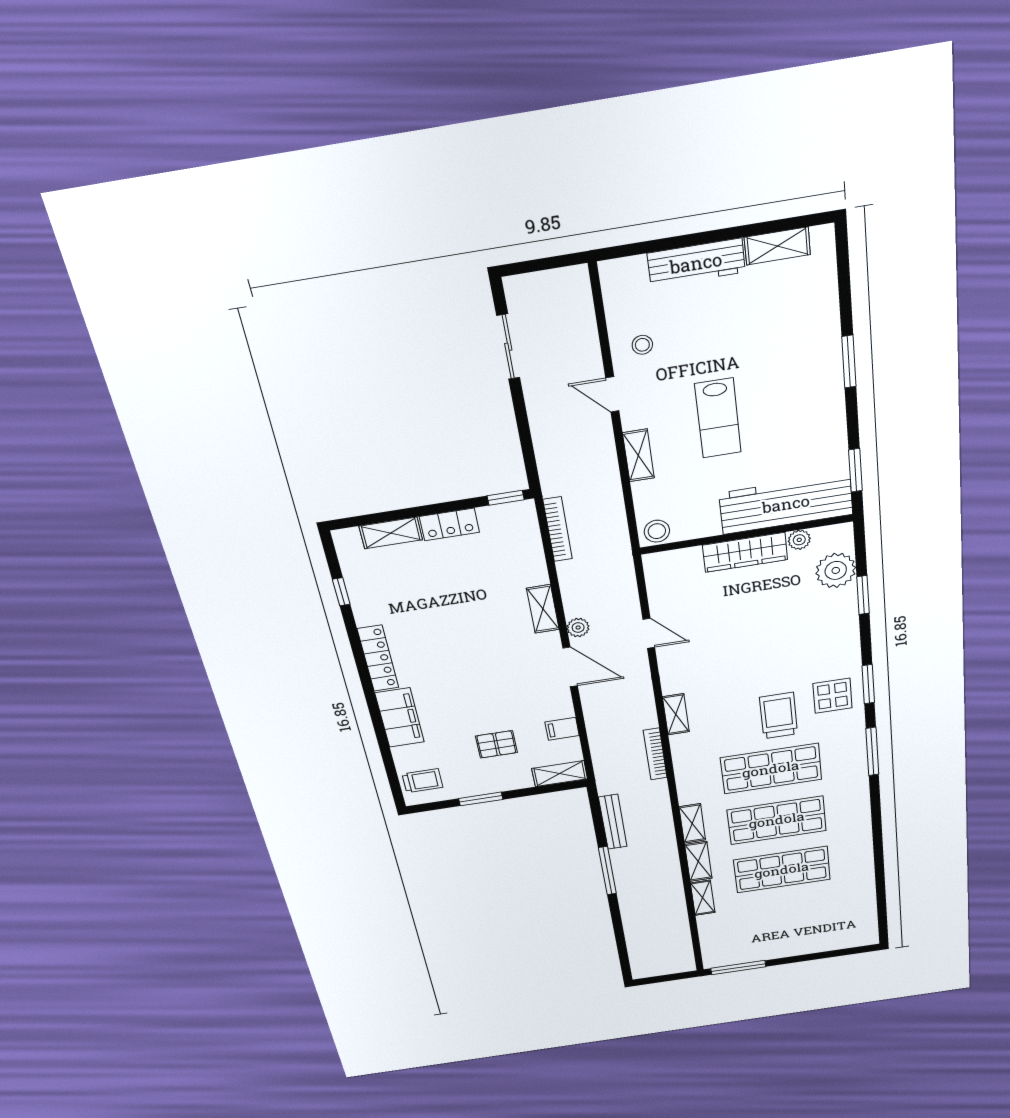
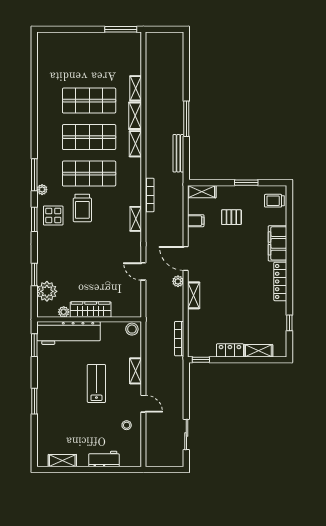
workbench: (696, 263) -> (104, 459), width x0.73
plant: (856, 732) -> (42, 190), added

